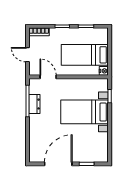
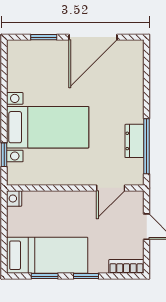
bed: (85, 55) -> (47, 255), moved
door: (48, 77) -> (111, 188), hinge flipped

